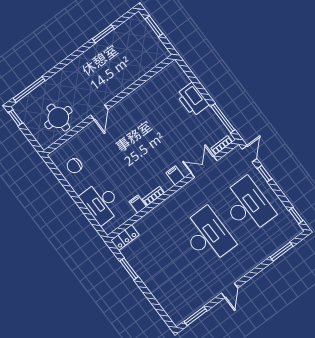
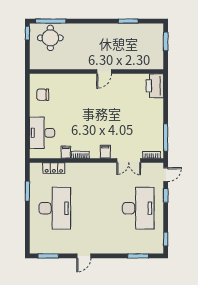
printer: (193, 100) -> (155, 86), moved
door: (99, 112) -> (104, 72), moved
round table: (58, 118) -> (50, 38), moved
double door: (204, 167) -> (129, 160), swing flipped
desk: (208, 236) -> (55, 208), moved
locker: (125, 238) -> (54, 168), moved

